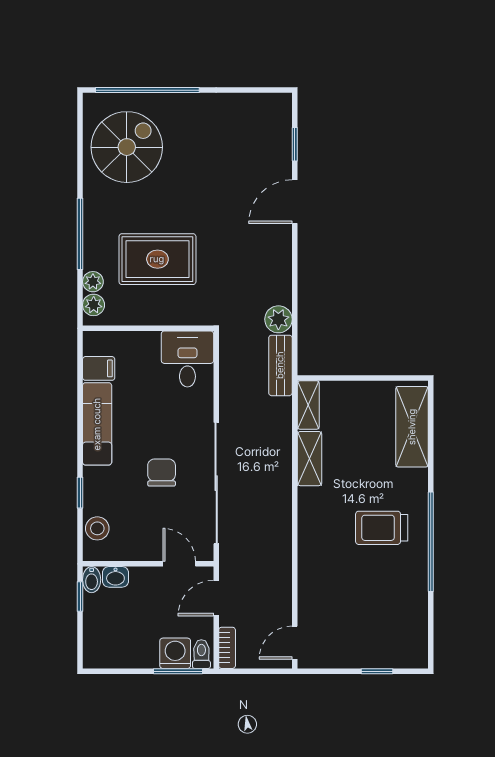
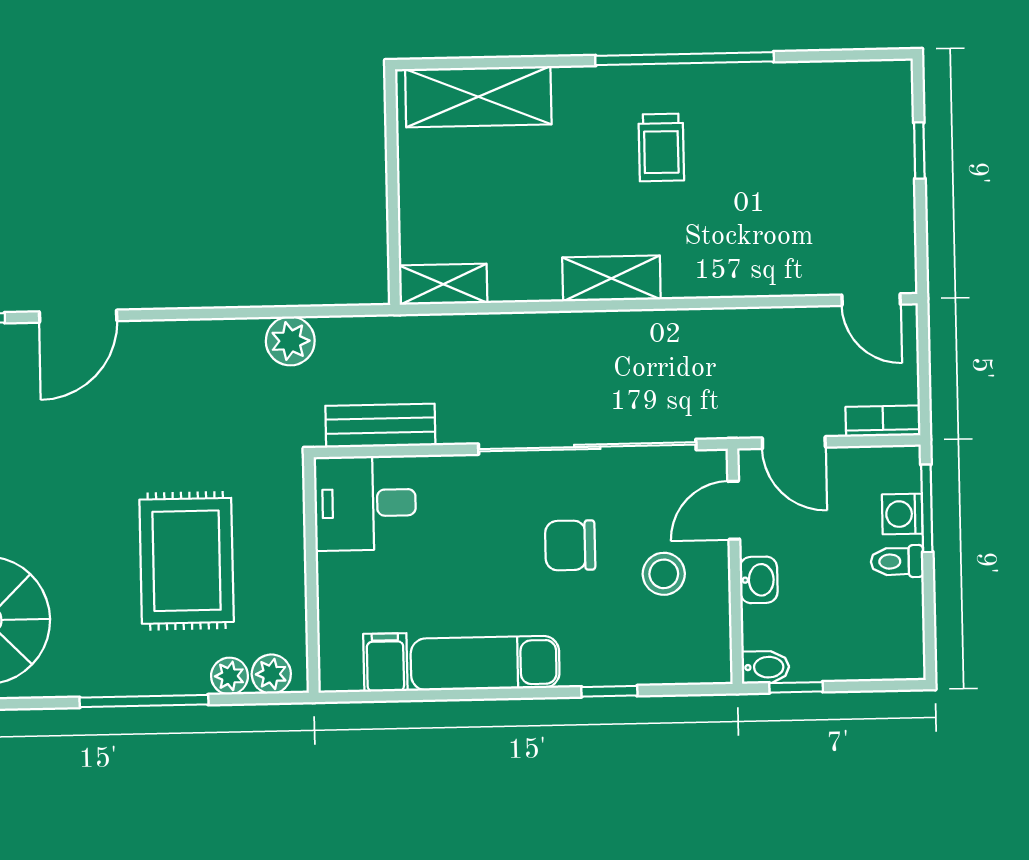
door: (295, 202) -> (78, 316), hinge flipped
bench: (280, 365) -> (380, 426), moved
shelving: (310, 459) -> (611, 278), moved
stool: (97, 528) -> (664, 574), moved
trolley: (382, 528) -> (661, 147), width x0.73, depth x0.72
washbasin: (115, 577) -> (759, 580), moved
washing machine: (175, 653) -> (902, 514), width x0.73, depth x0.73
toilet: (201, 654) -> (897, 561), moved

